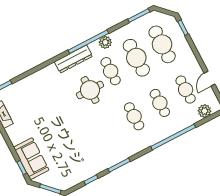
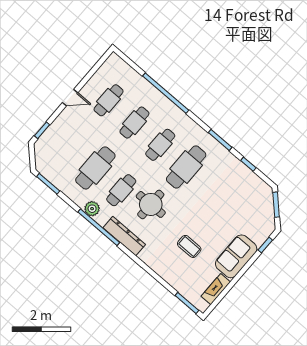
cafe table: (162, 44) -> (186, 167), moved
door: (210, 79) -> (70, 98), moved
coffee table: (45, 107) -> (189, 246), added
plant: (204, 111) -> (124, 70), removed
sofa: (31, 159) -> (236, 256), moved

